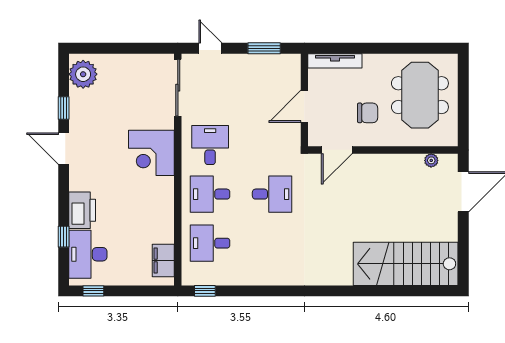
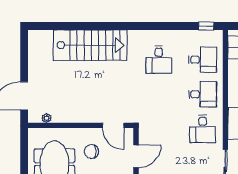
door: (337, 150) -> (113, 125), swing flipped
desk: (272, 194) -> (159, 60), moved, turned -90
stairs: (406, 264) -> (90, 45), moved

